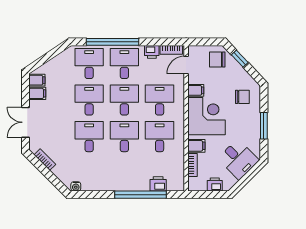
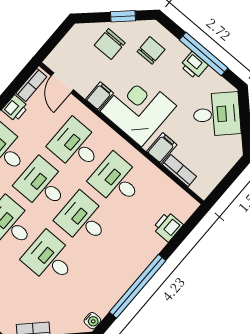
window: (240, 59) -> (123, 16), moved
chair: (217, 60) -> (110, 44), moved
window: (264, 126) -> (204, 54), width x1.44
printer: (215, 184) -> (194, 65), moved, turned -90
window: (140, 195) -> (137, 286), moved

